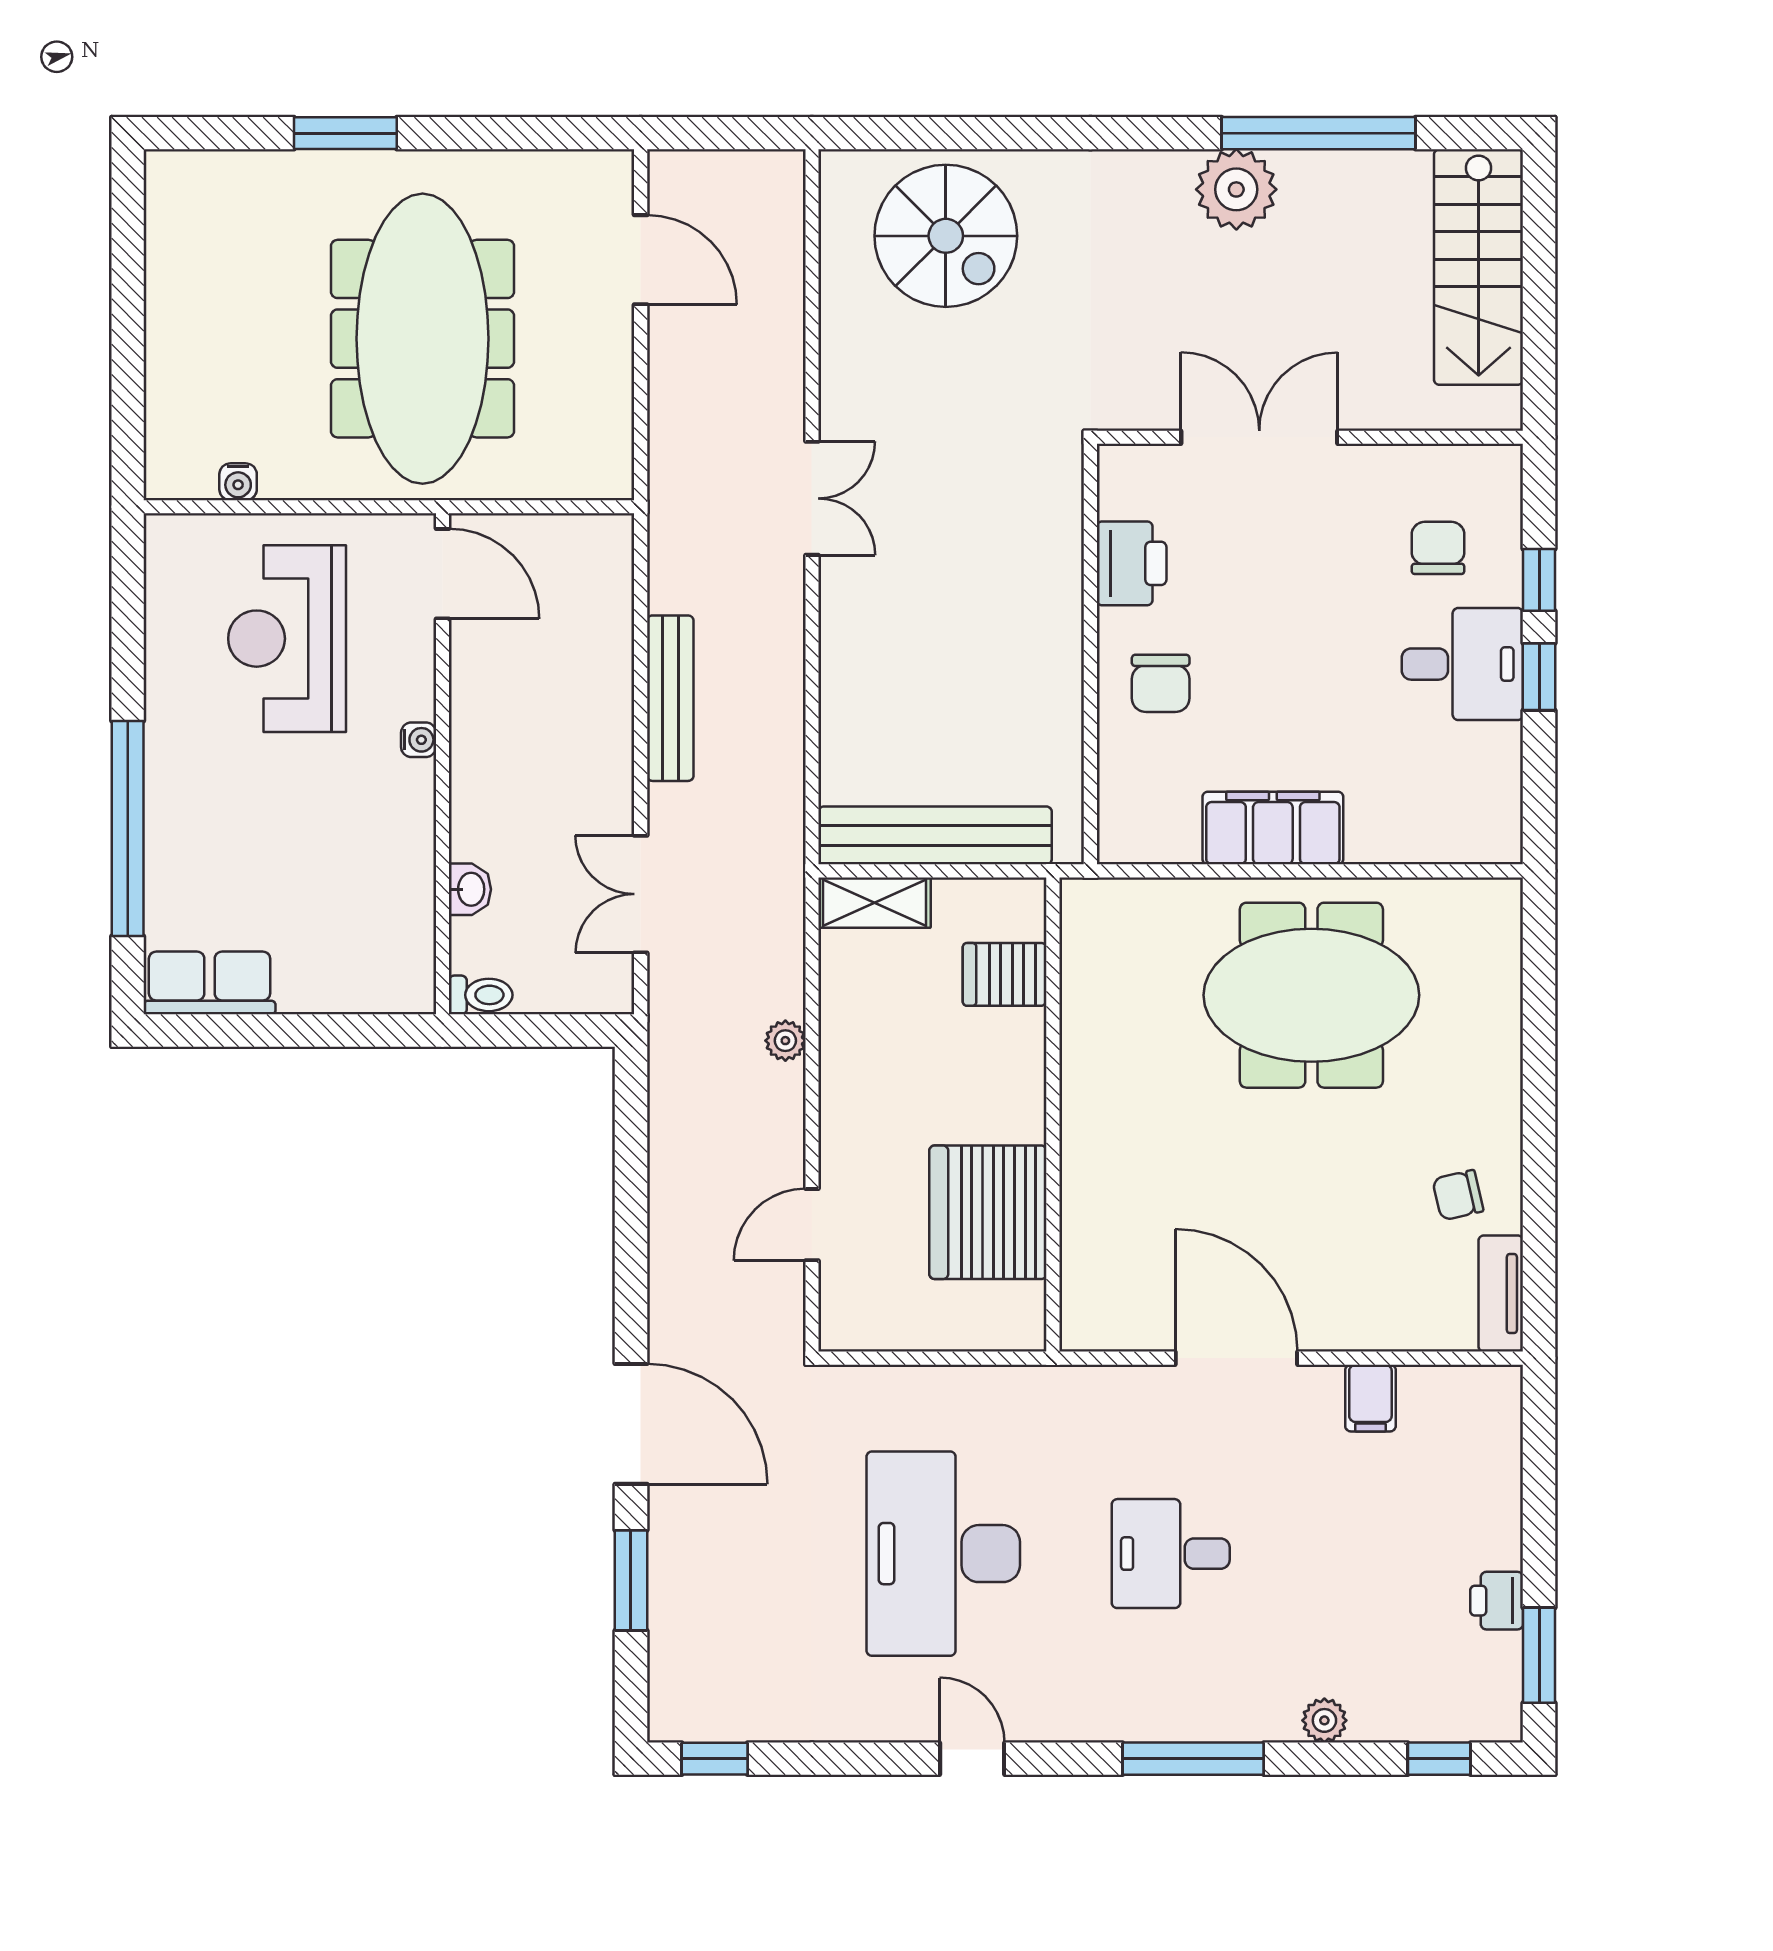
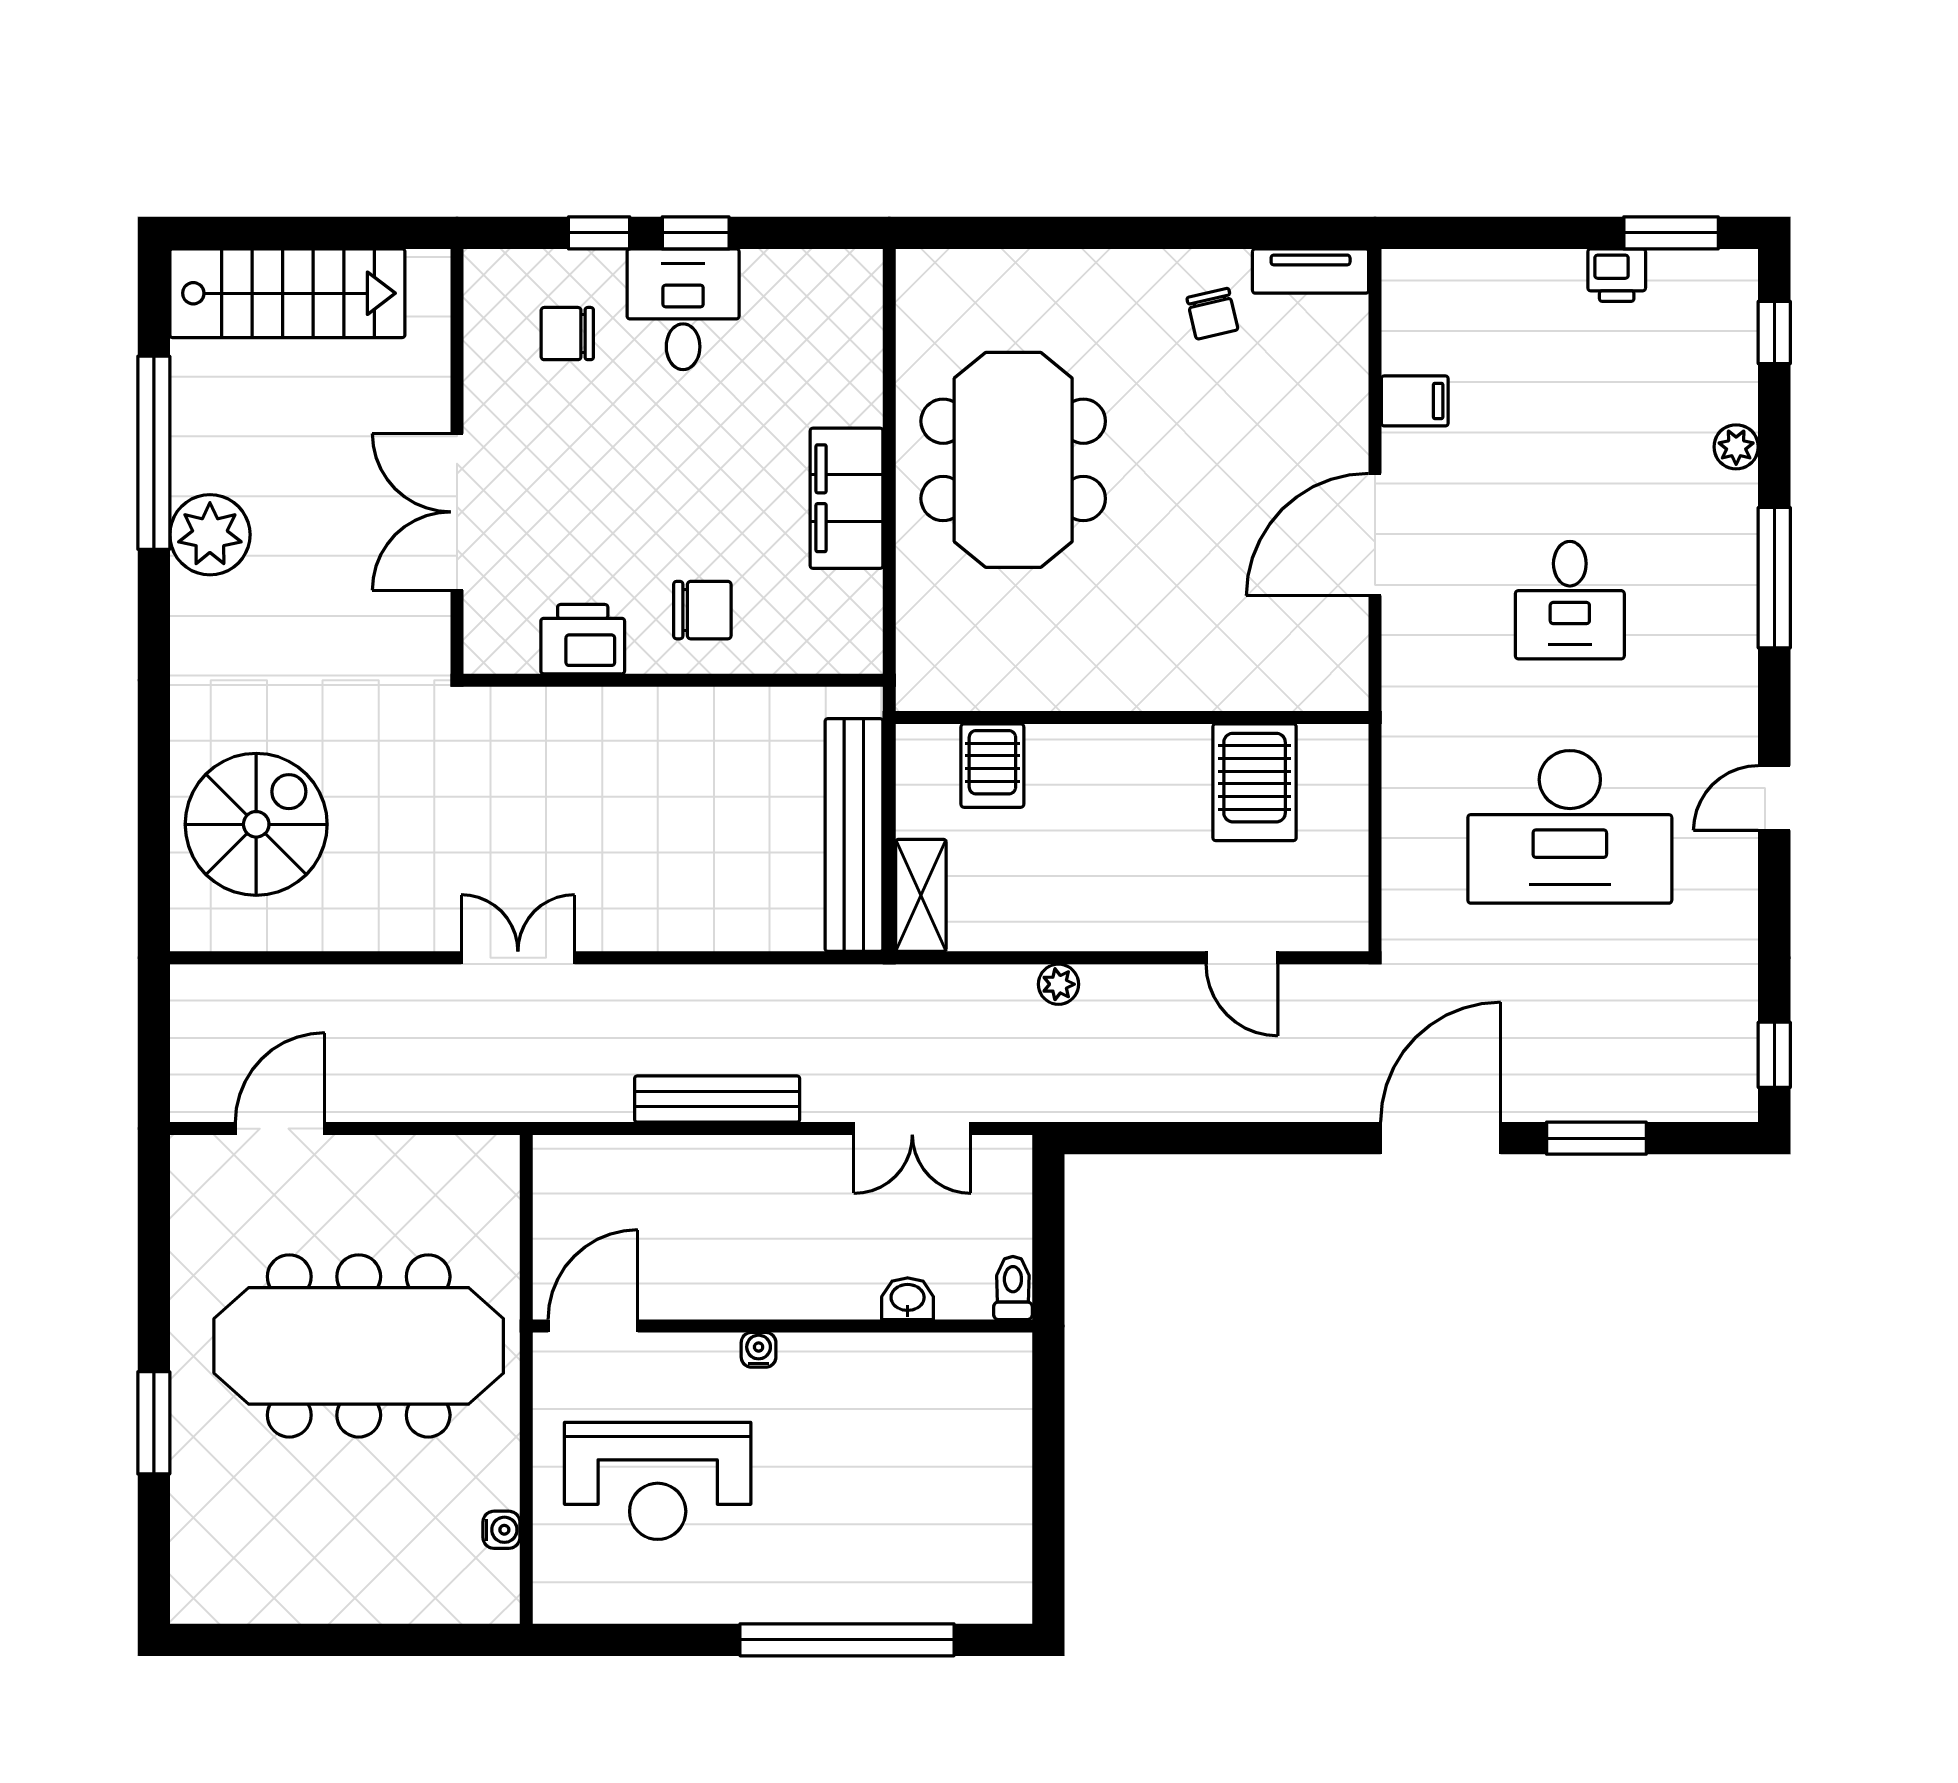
row of seats: (210, 983) -> (1001, 1558), removed
server rack: (988, 1212) -> (1255, 782), width x0.63

